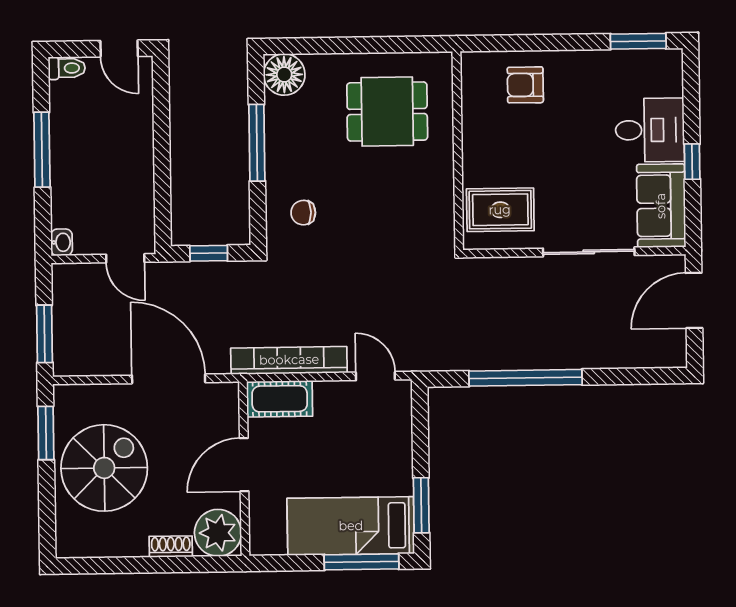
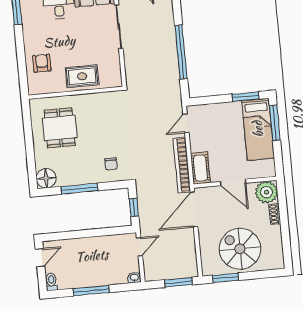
armchair: (525, 85) -> (42, 63), turned 180
rug: (500, 210) -> (82, 76), moved, turned 90
door: (169, 379) -> (194, 209), moved

